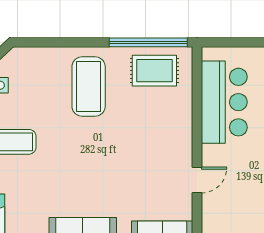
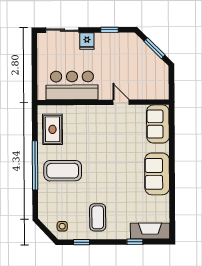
window: (148, 42) -> (35, 165), moved

